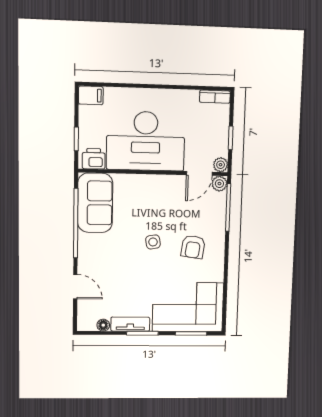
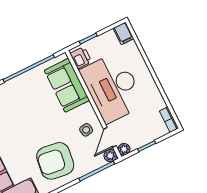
door: (199, 173) -> (110, 137), hinge flipped
sofa: (95, 203) -> (67, 85), moved, turned 90
side table: (153, 242) -> (86, 130), moved
armchair: (193, 247) -> (55, 161), width x1.88, depth x1.88

